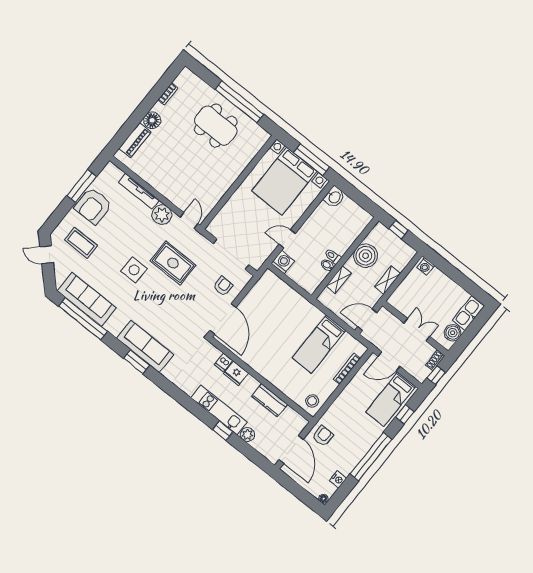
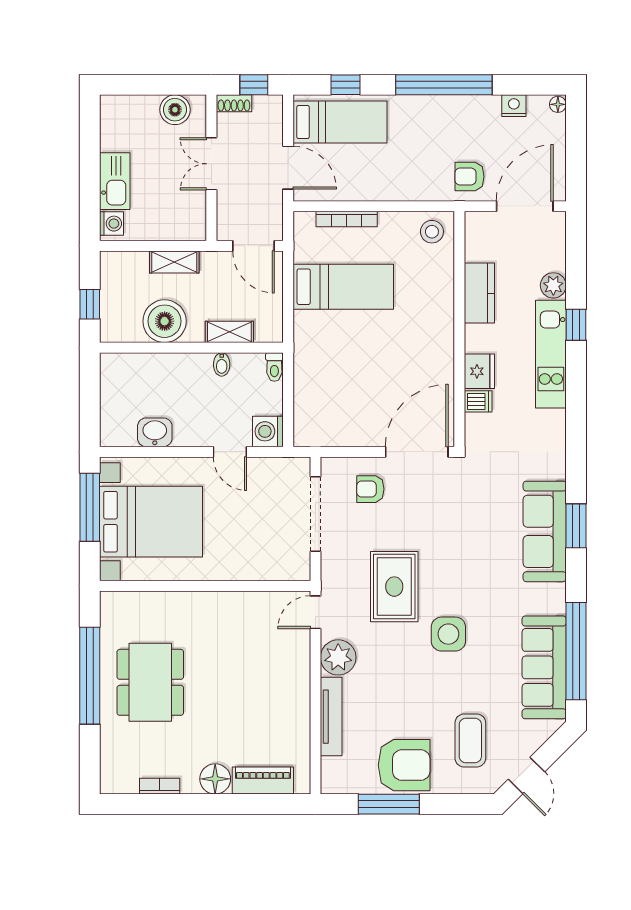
washbasin: (334, 197) -> (155, 432), moved
toilet: (333, 256) -> (274, 367), moved
kitchen sink: (468, 313) -> (115, 181), moved, turned -90

